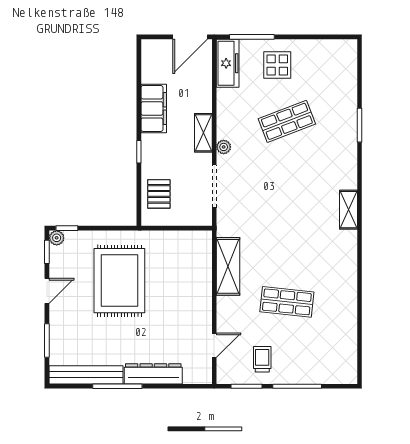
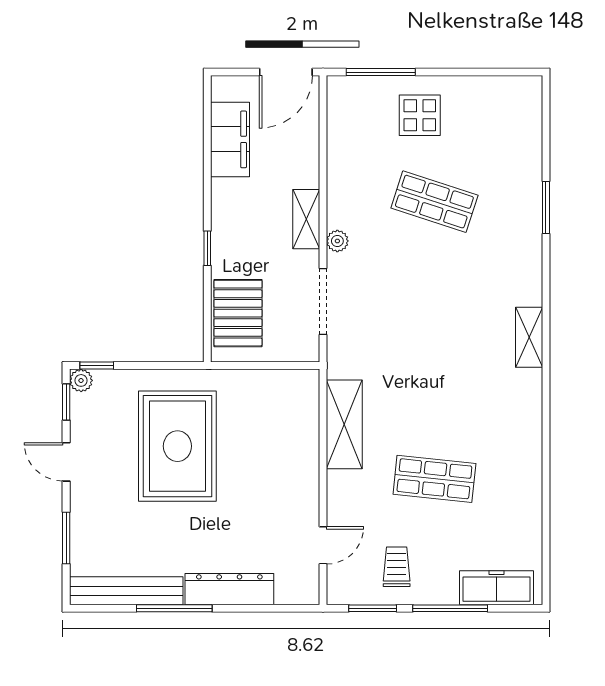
freezer: (228, 63) -> (496, 588), moved, turned -90
filing cabinet: (154, 108) -> (230, 139), moved
shop shelf: (287, 121) -> (434, 202), turned 39
pallet: (159, 194) -> (238, 313), width x1.50, depth x1.42
door: (47, 291) -> (66, 462), swing flipped

